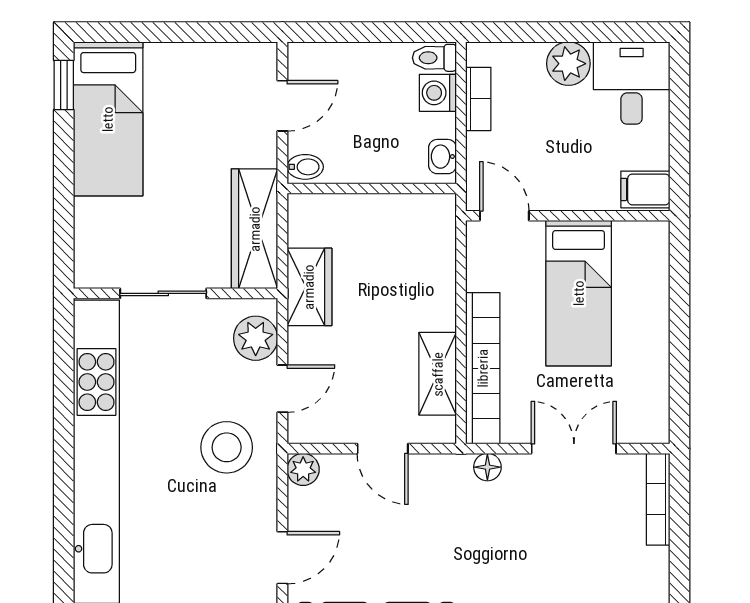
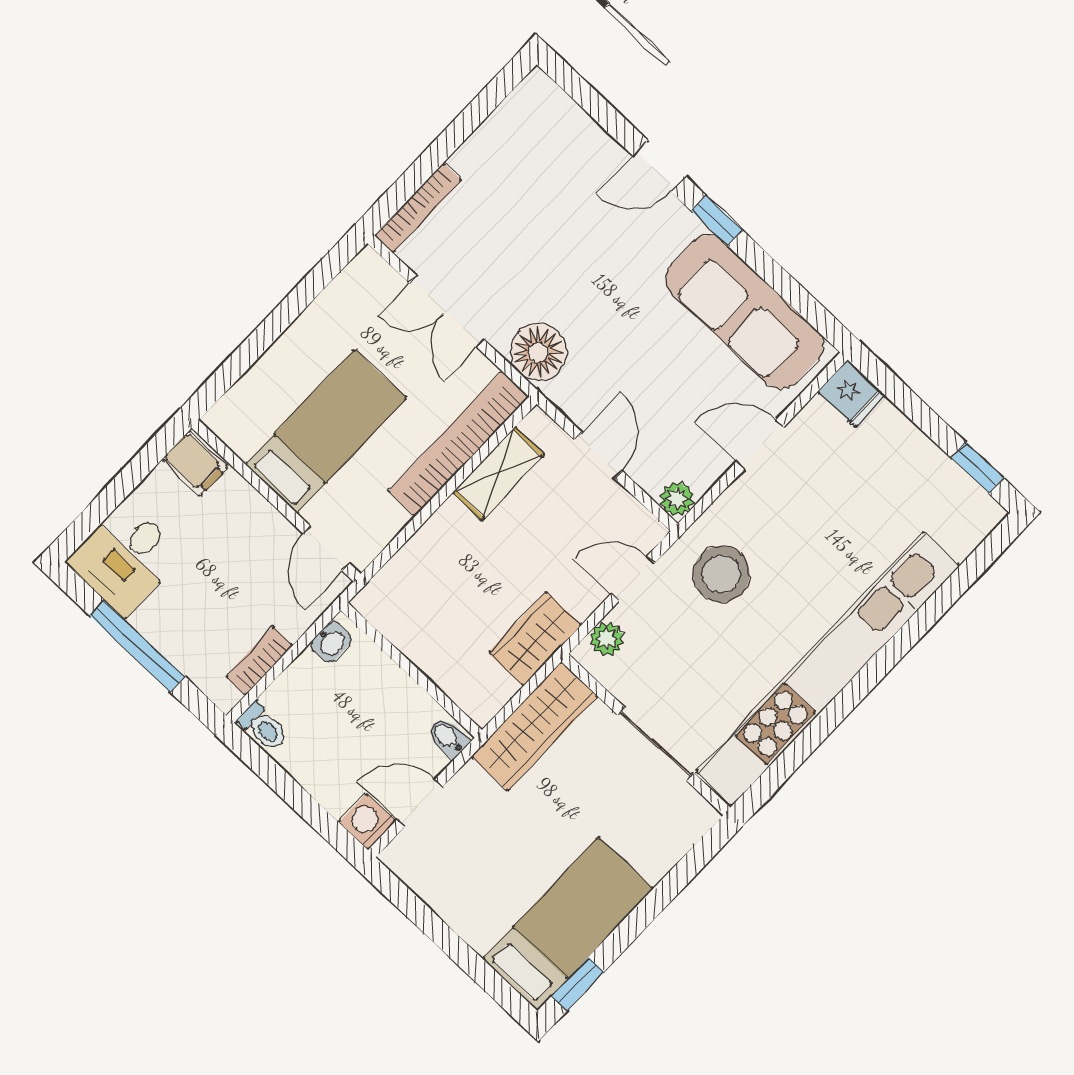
window: (568, 32) -> (137, 646), added
plant: (568, 64) -> (161, 621), removed
washing machine: (438, 93) -> (367, 822), moved, turned 180
plant: (256, 338) -> (607, 639), width x0.73, depth x0.73
floor lamp: (487, 467) -> (538, 352), width x1.89, depth x1.89

